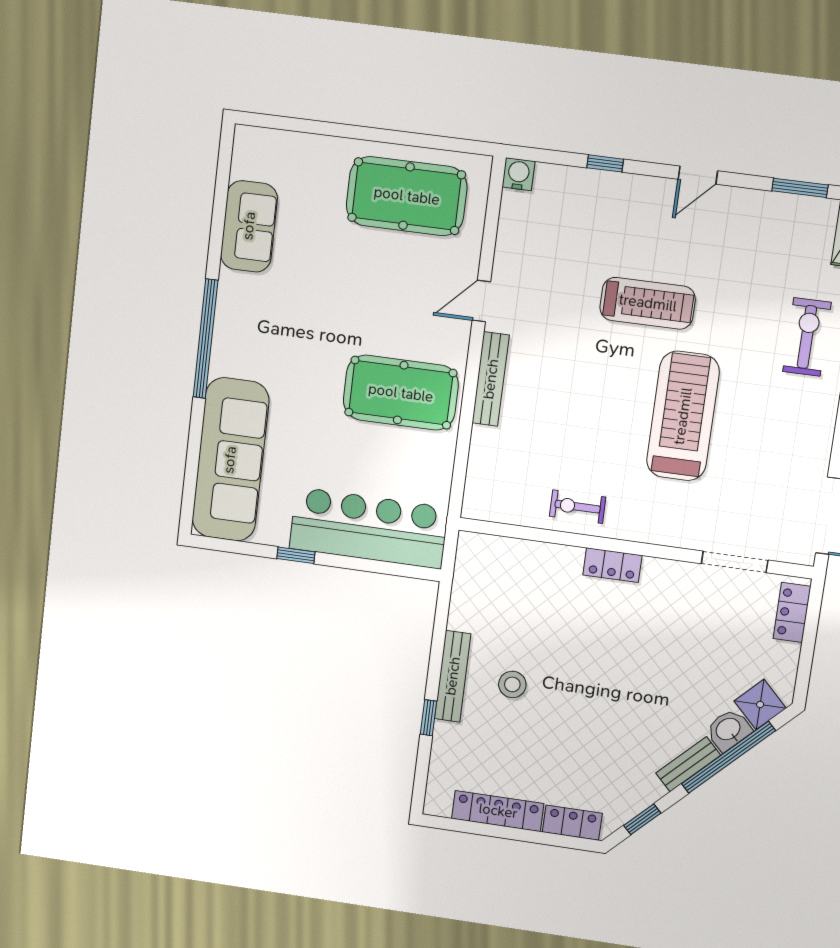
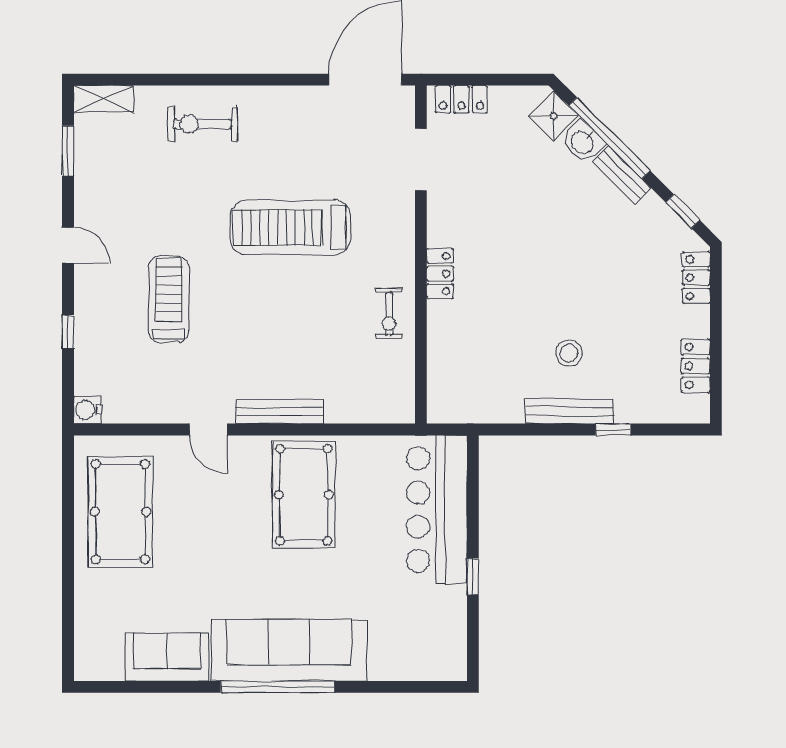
treadmill: (648, 303) -> (169, 299), moved
sofa: (230, 460) -> (289, 650), moved
locker: (498, 811) -> (696, 366), width x0.66

